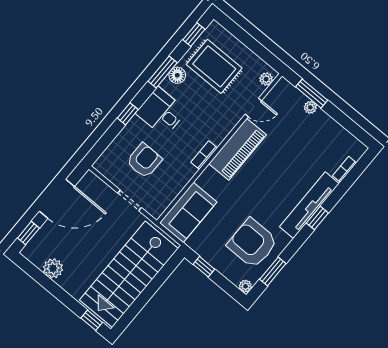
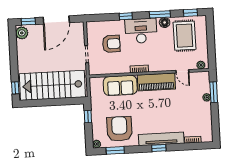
desk: (161, 112) -> (141, 31), width x1.37
door: (57, 199) -> (56, 20), hinge flipped
sofa: (188, 212) -> (120, 85), moved
plant: (53, 268) -> (22, 33), moved

